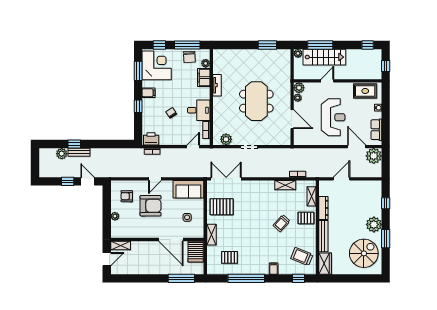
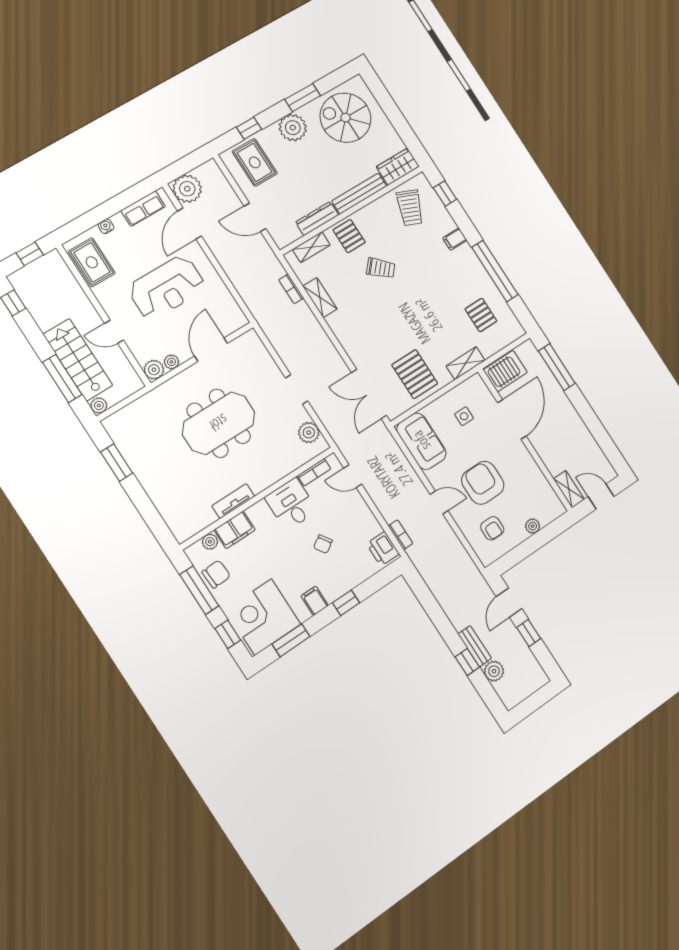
reception desk: (333, 117) -> (167, 288), turned 180
rug: (368, 195) -> (255, 162), added

